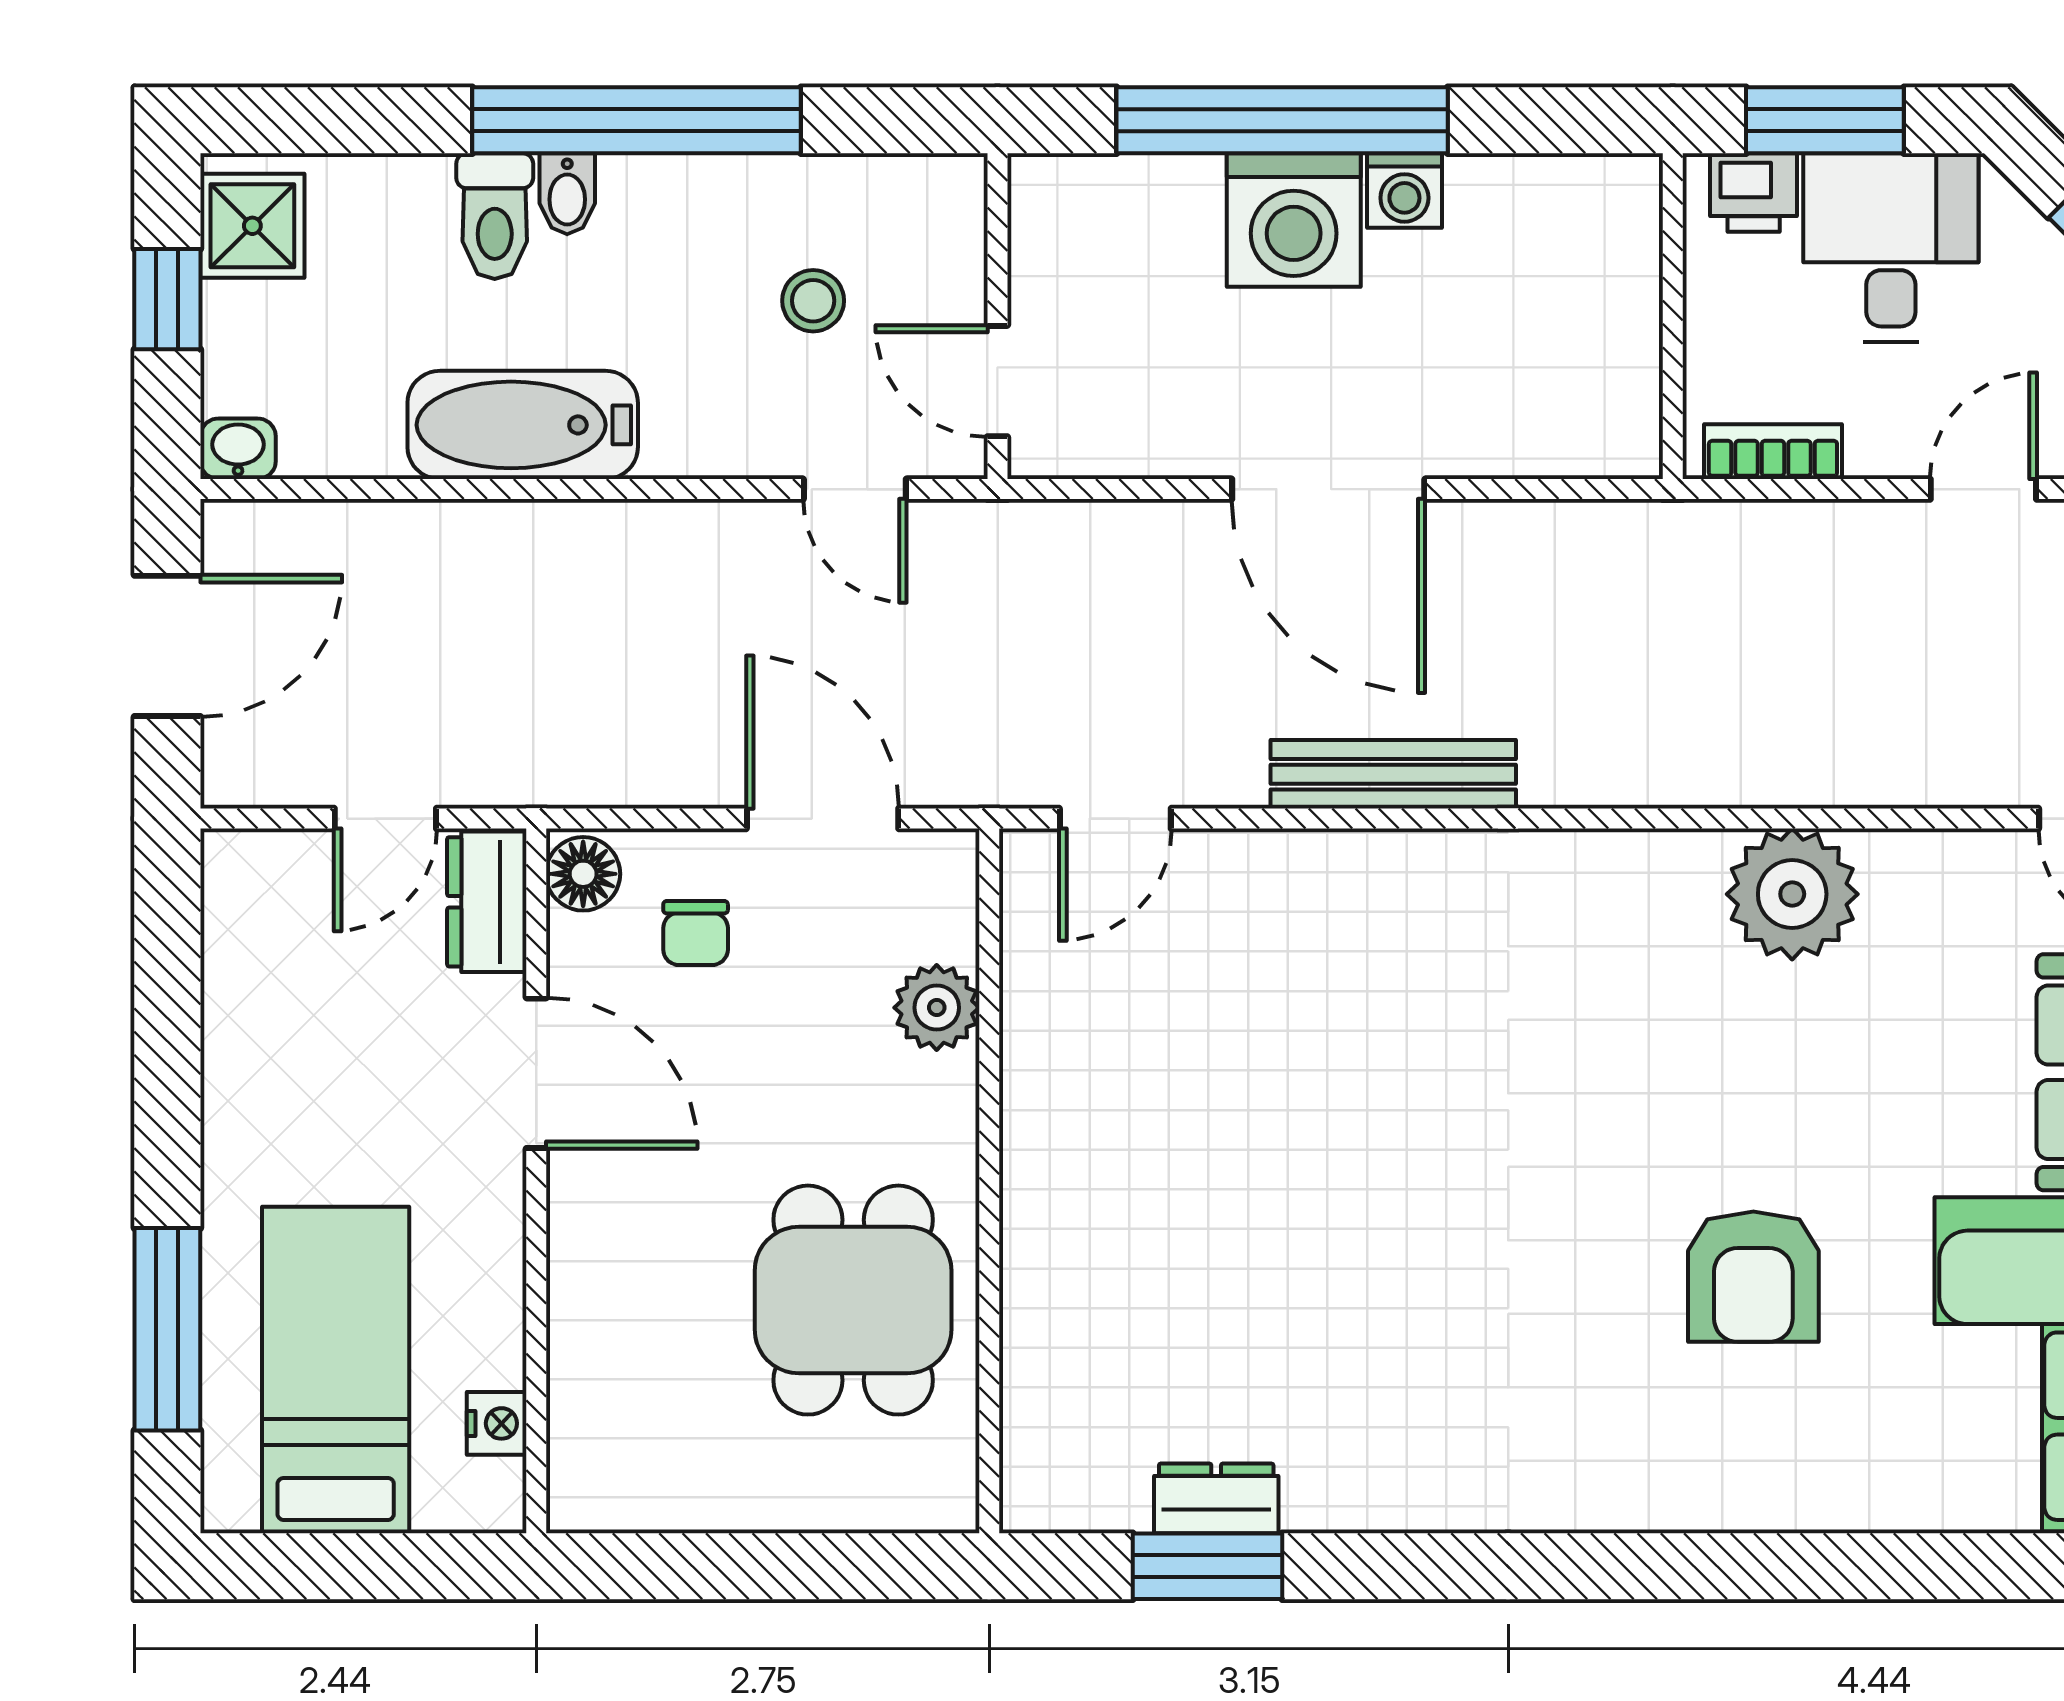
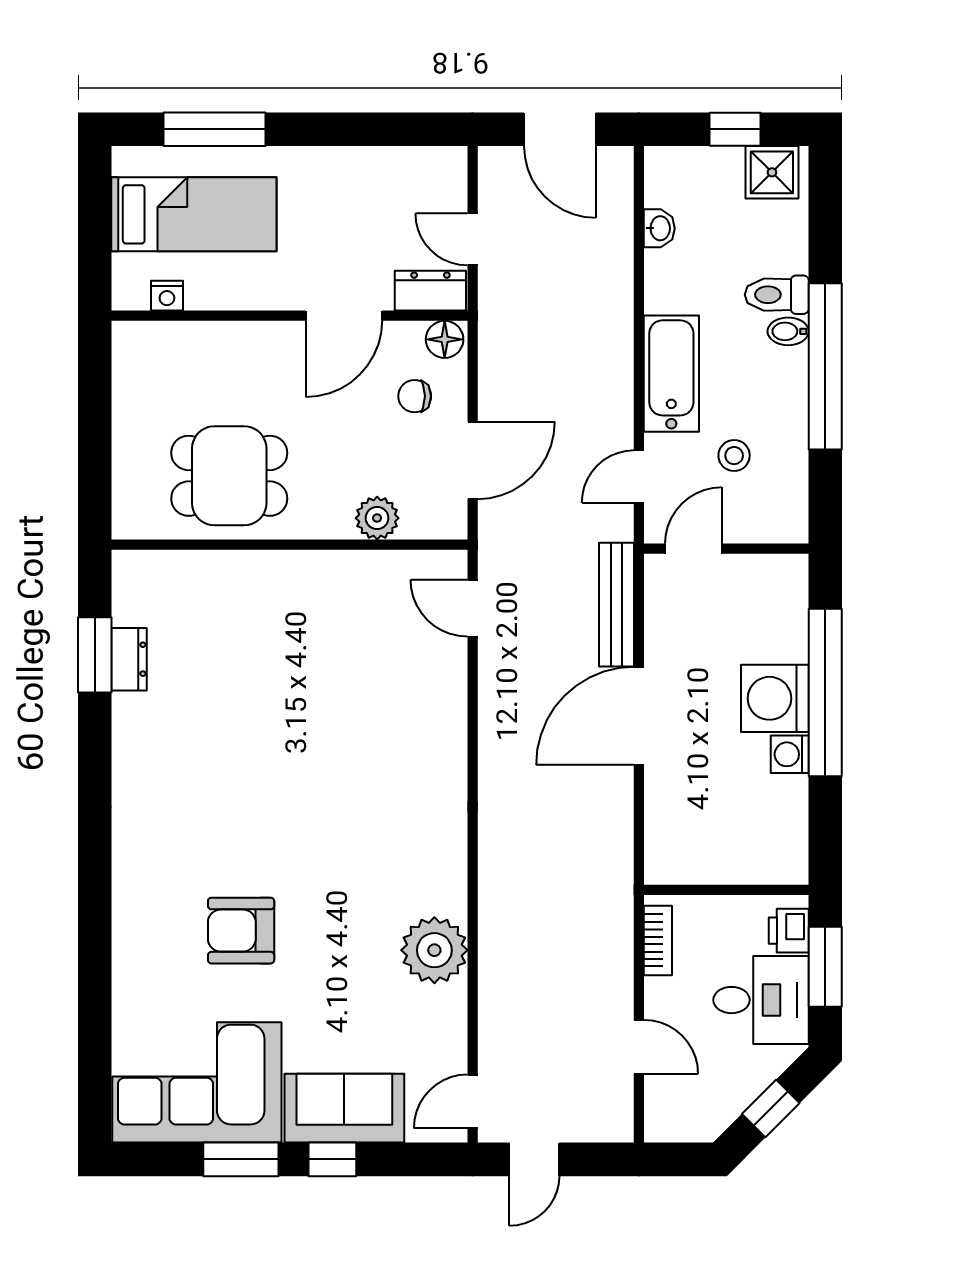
bathtub: (523, 425) -> (671, 374), moved
washbasin: (238, 449) -> (659, 228), moved
bench: (1393, 774) -> (617, 605), moved

